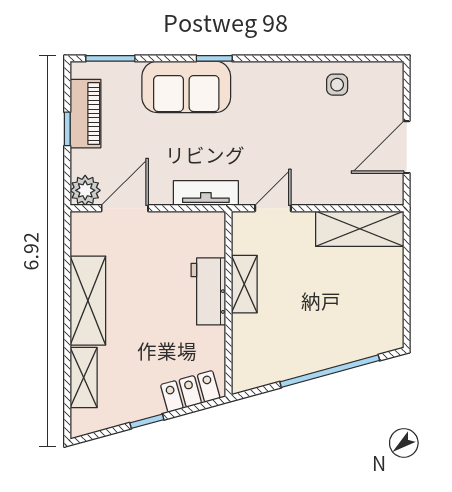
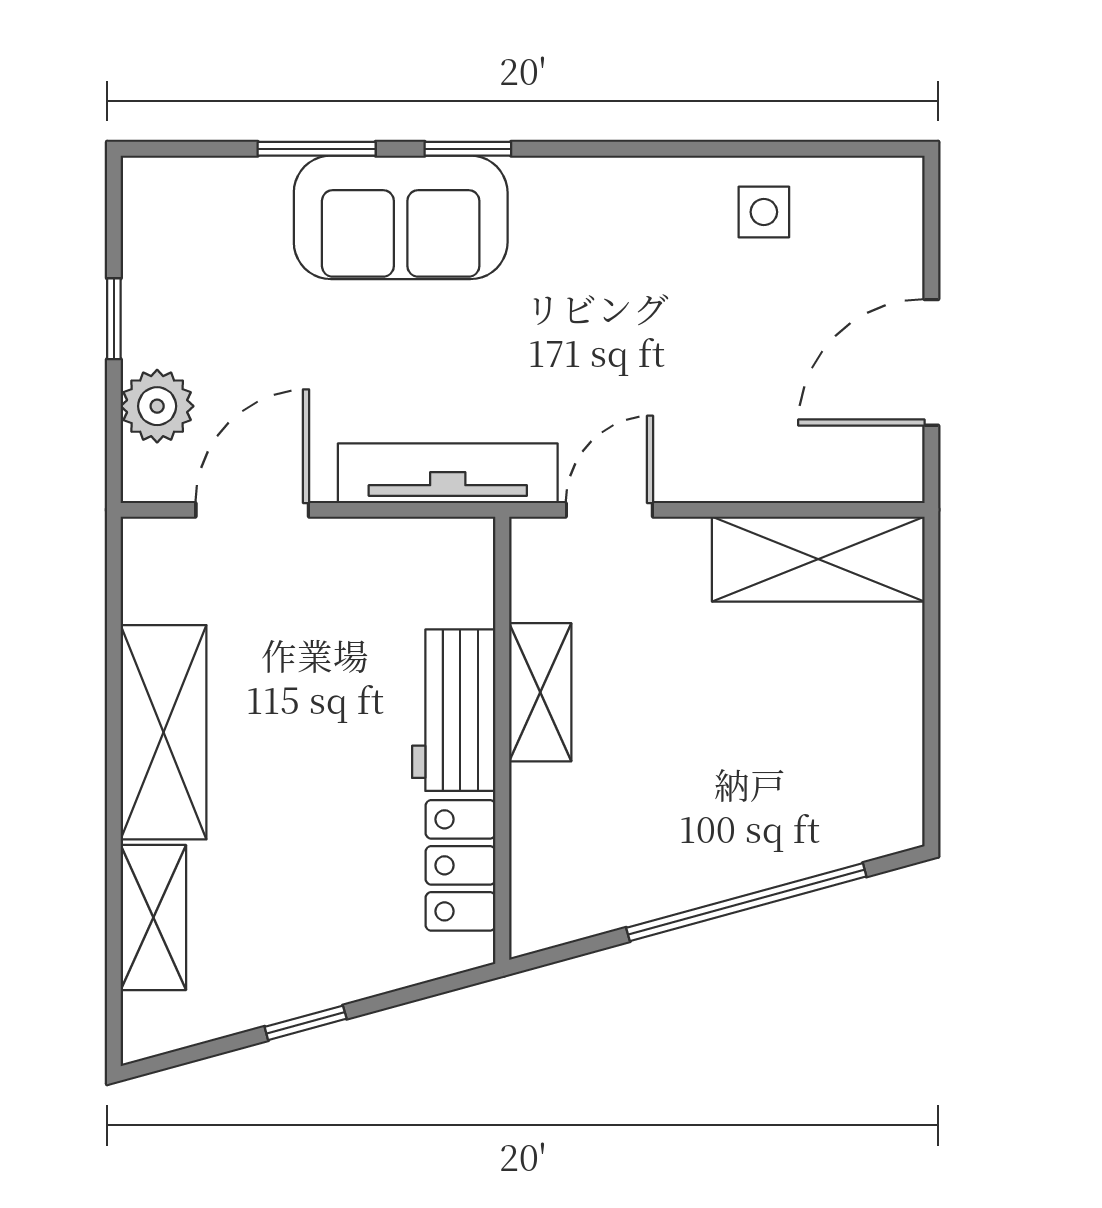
window: (110, 58) -> (317, 149), moved
piano: (85, 114) -> (158, 282), removed
plant: (85, 190) -> (157, 406), moved
tv unit: (206, 193) -> (448, 473), width x1.41
locker: (190, 391) -> (461, 865), moved, turned -75

